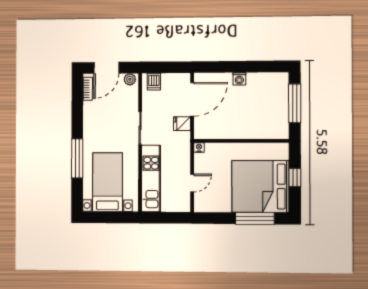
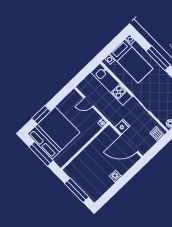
door: (192, 99) -> (129, 143), hinge flipped
window: (295, 178) -> (41, 154), width x2.17
door: (192, 183) -> (89, 102), hinge flipped
window: (255, 218) -> (41, 115), width x0.69

